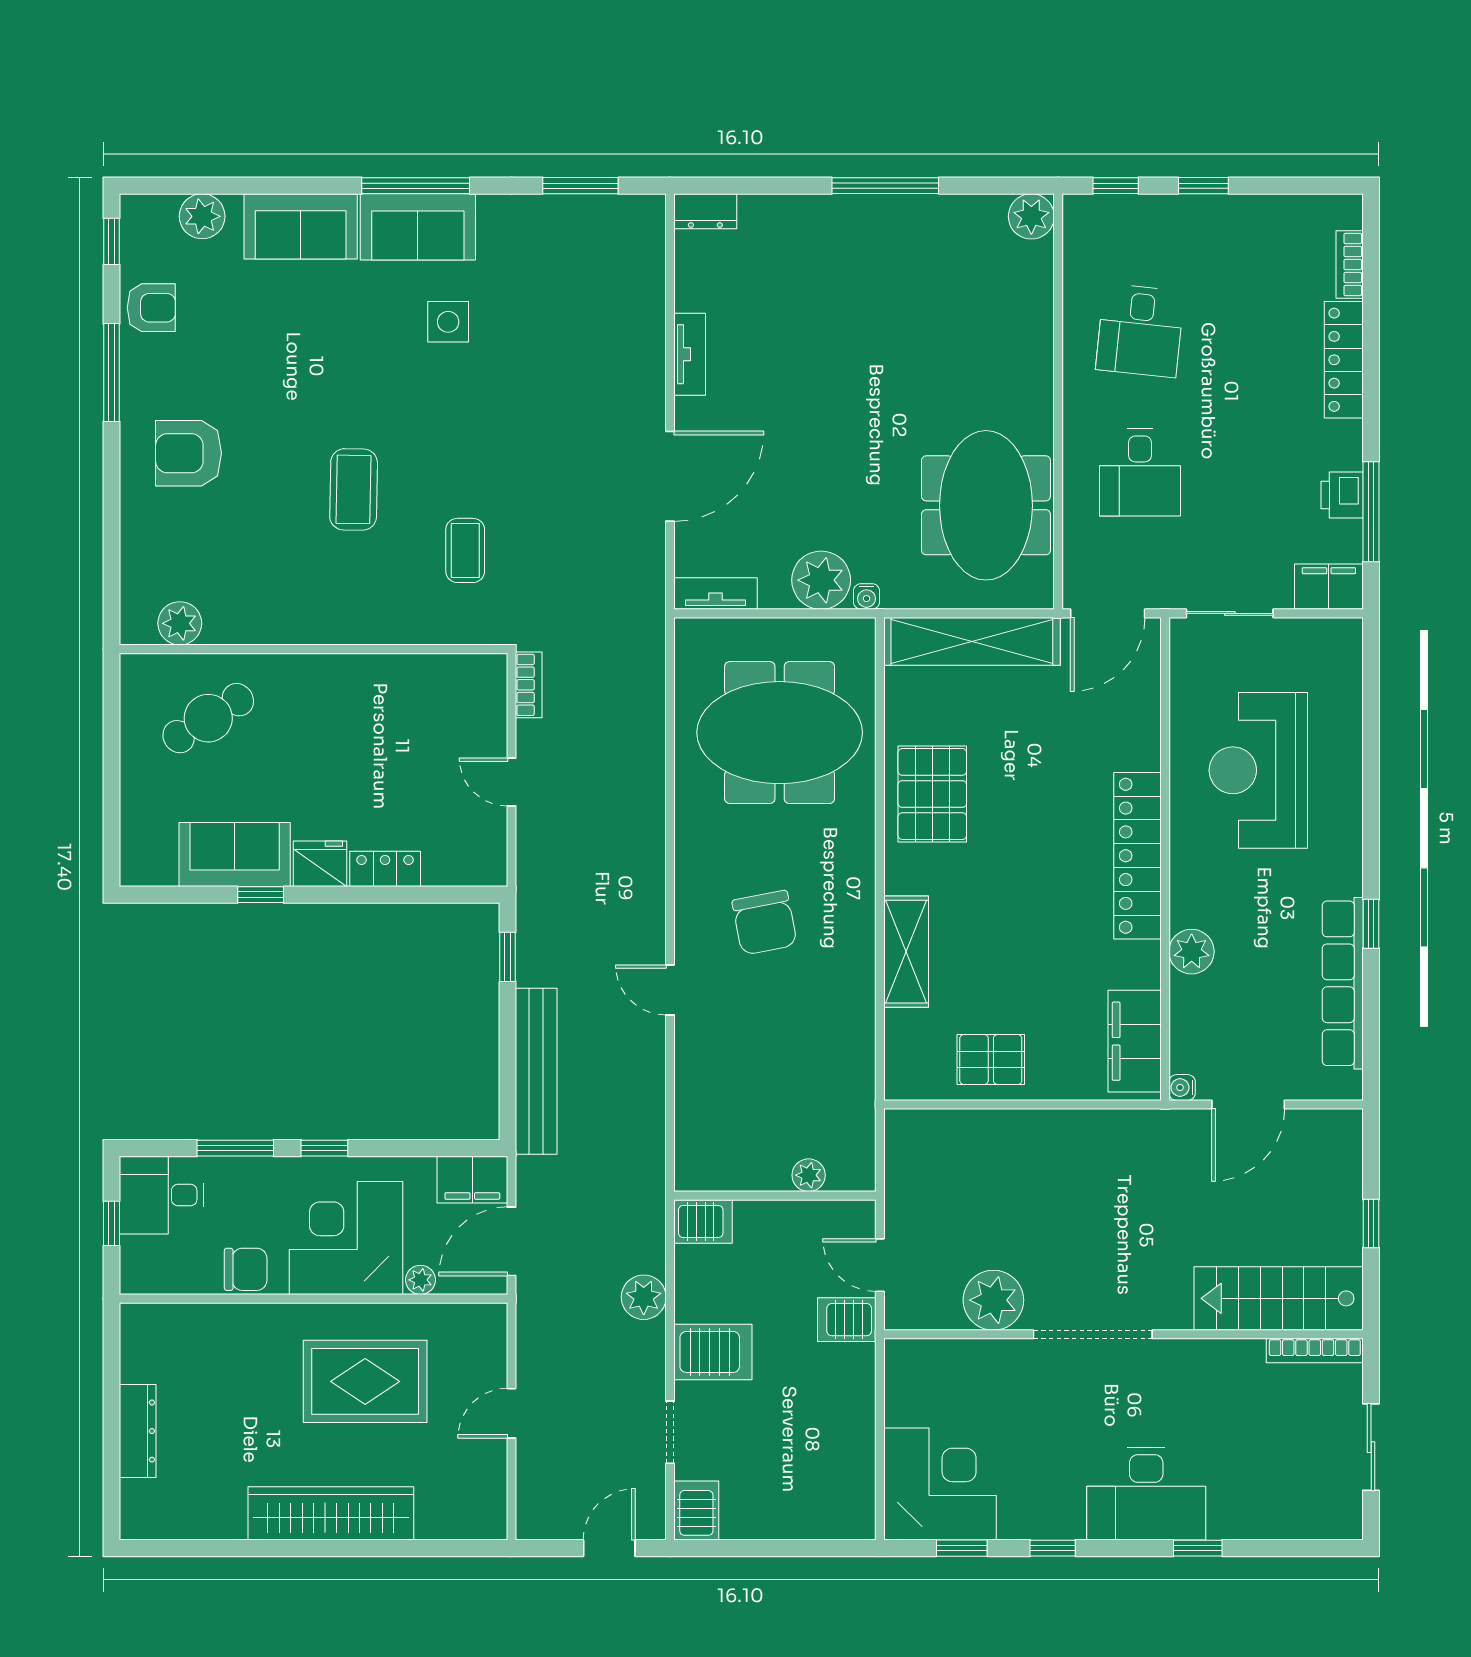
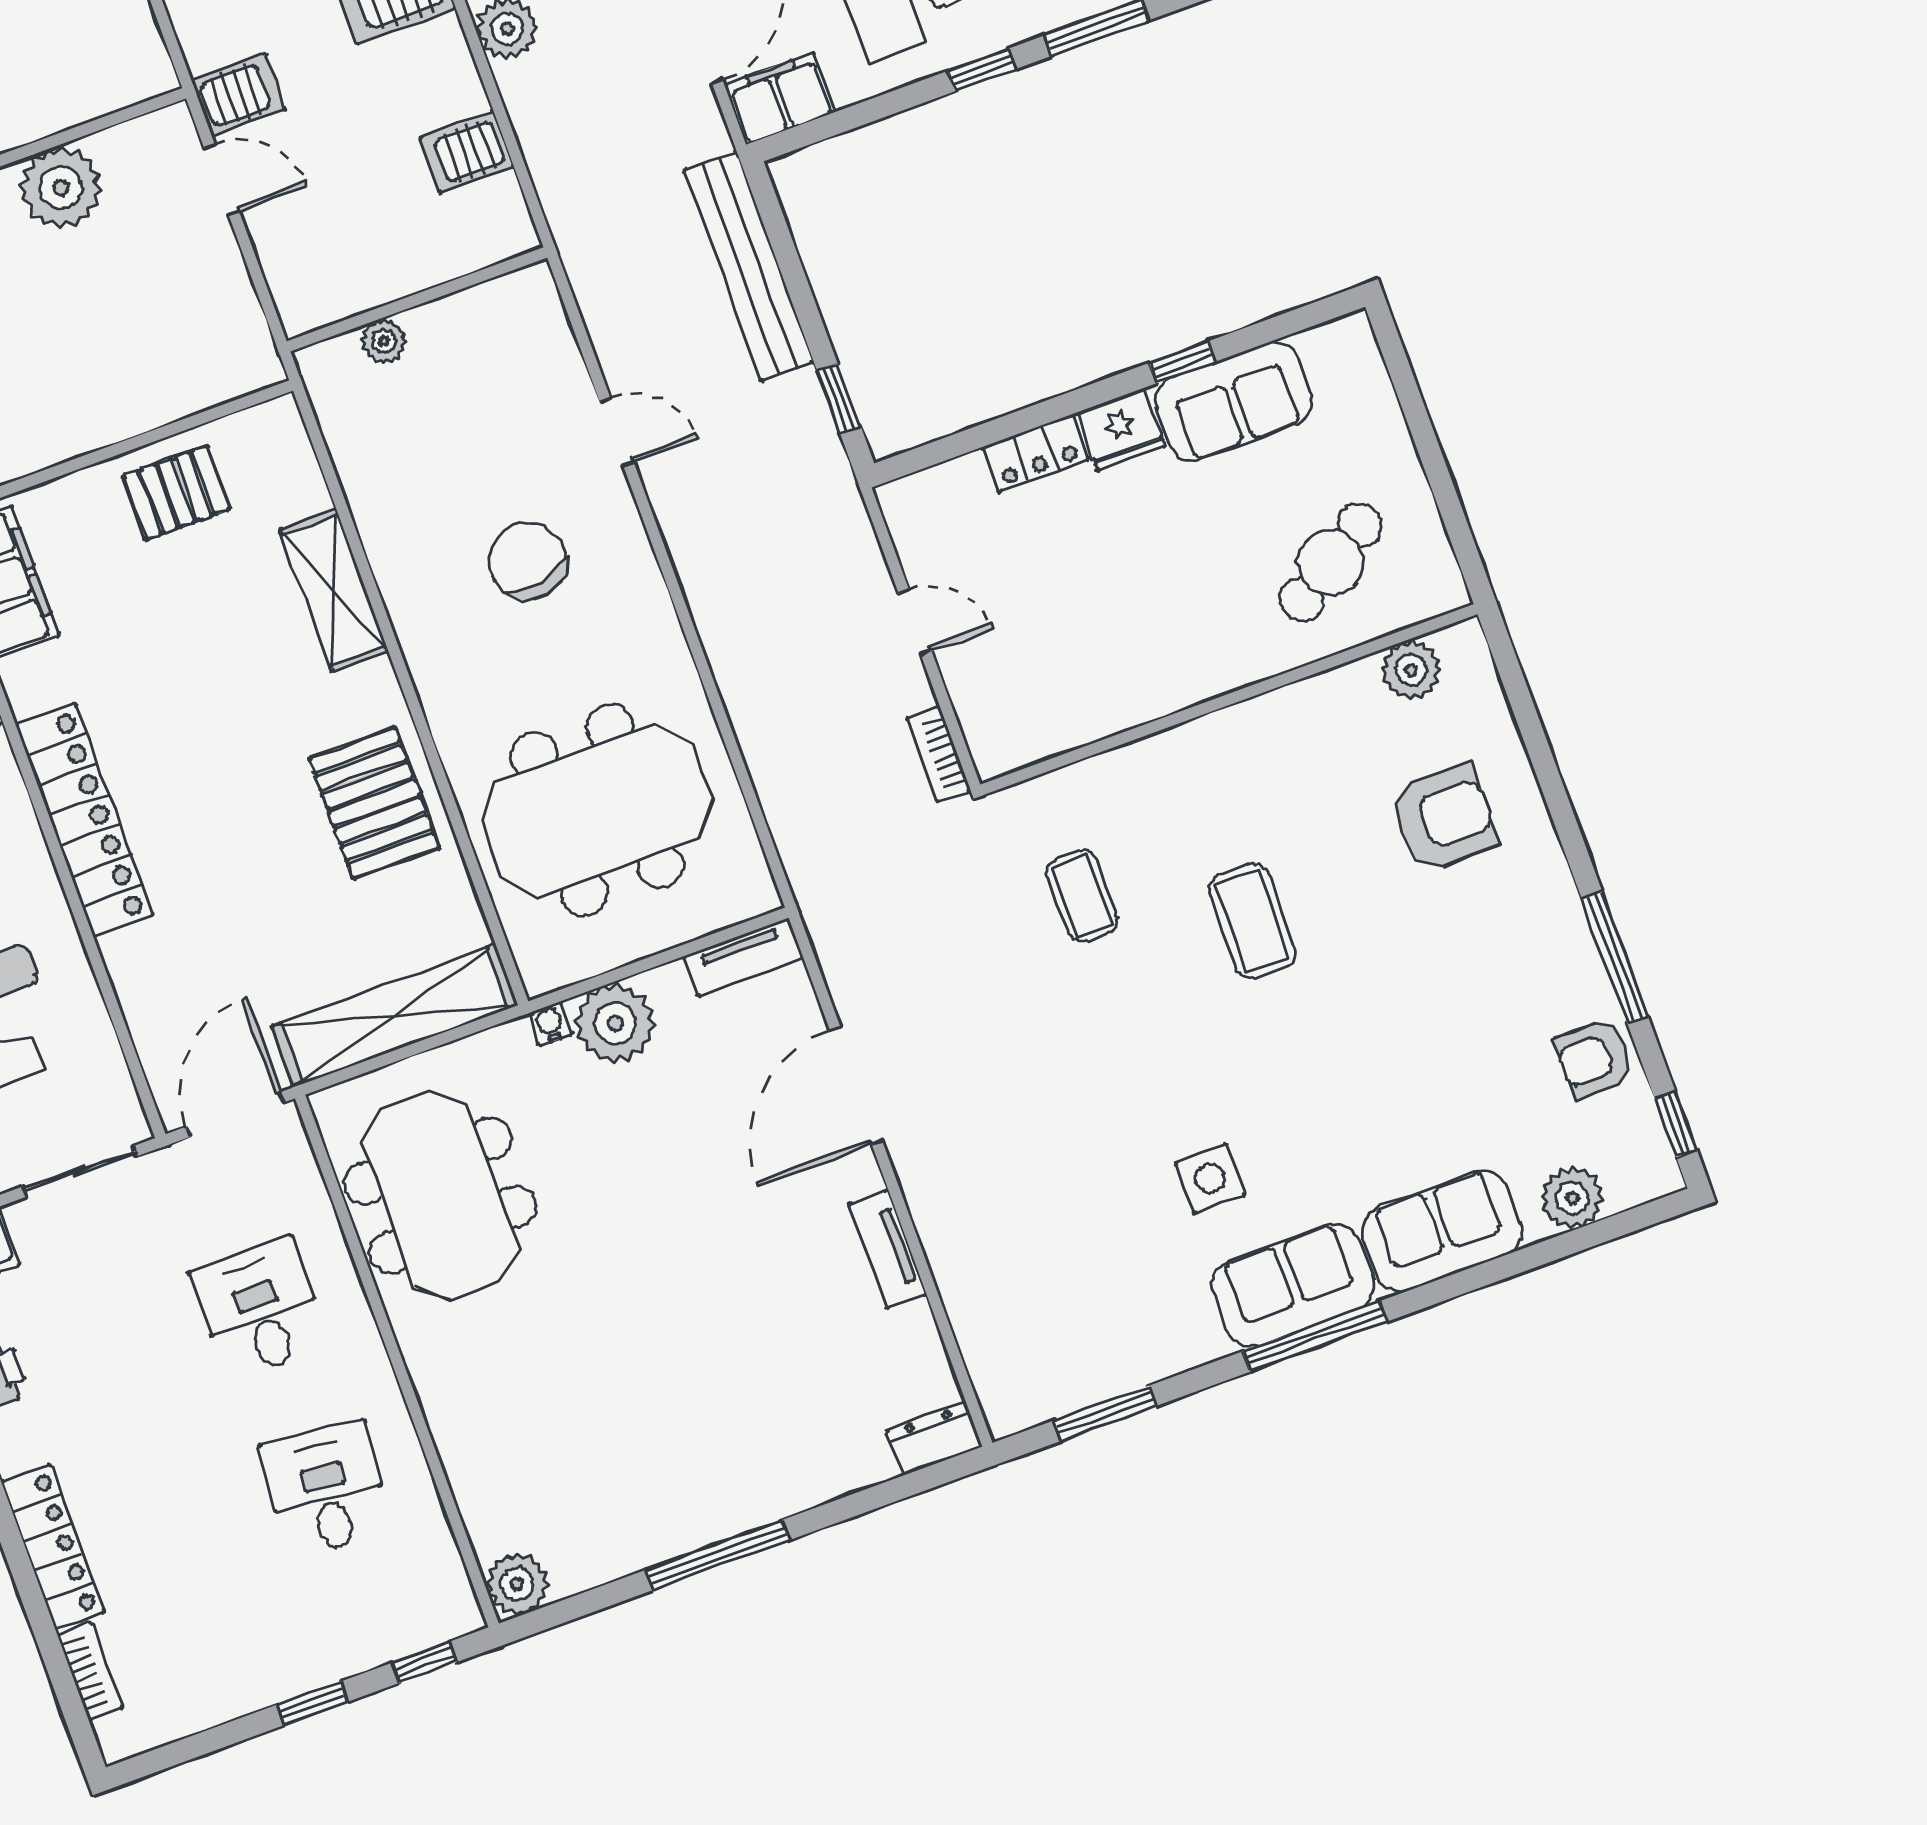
armchair: (189, 453) -> (1444, 818), moved
plant: (809, 1175) -> (384, 341), moved
wall: (775, 1196) -> (417, 299), moved

